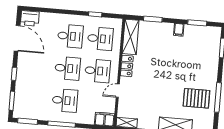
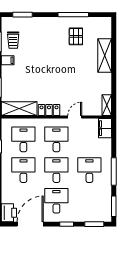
trolley: (198, 37) -> (13, 40), added
desk: (38, 66) -> (56, 201), added
door: (118, 91) -> (75, 117), swing flipped
pallet: (196, 98) -> (76, 36), width x0.67, depth x0.71

